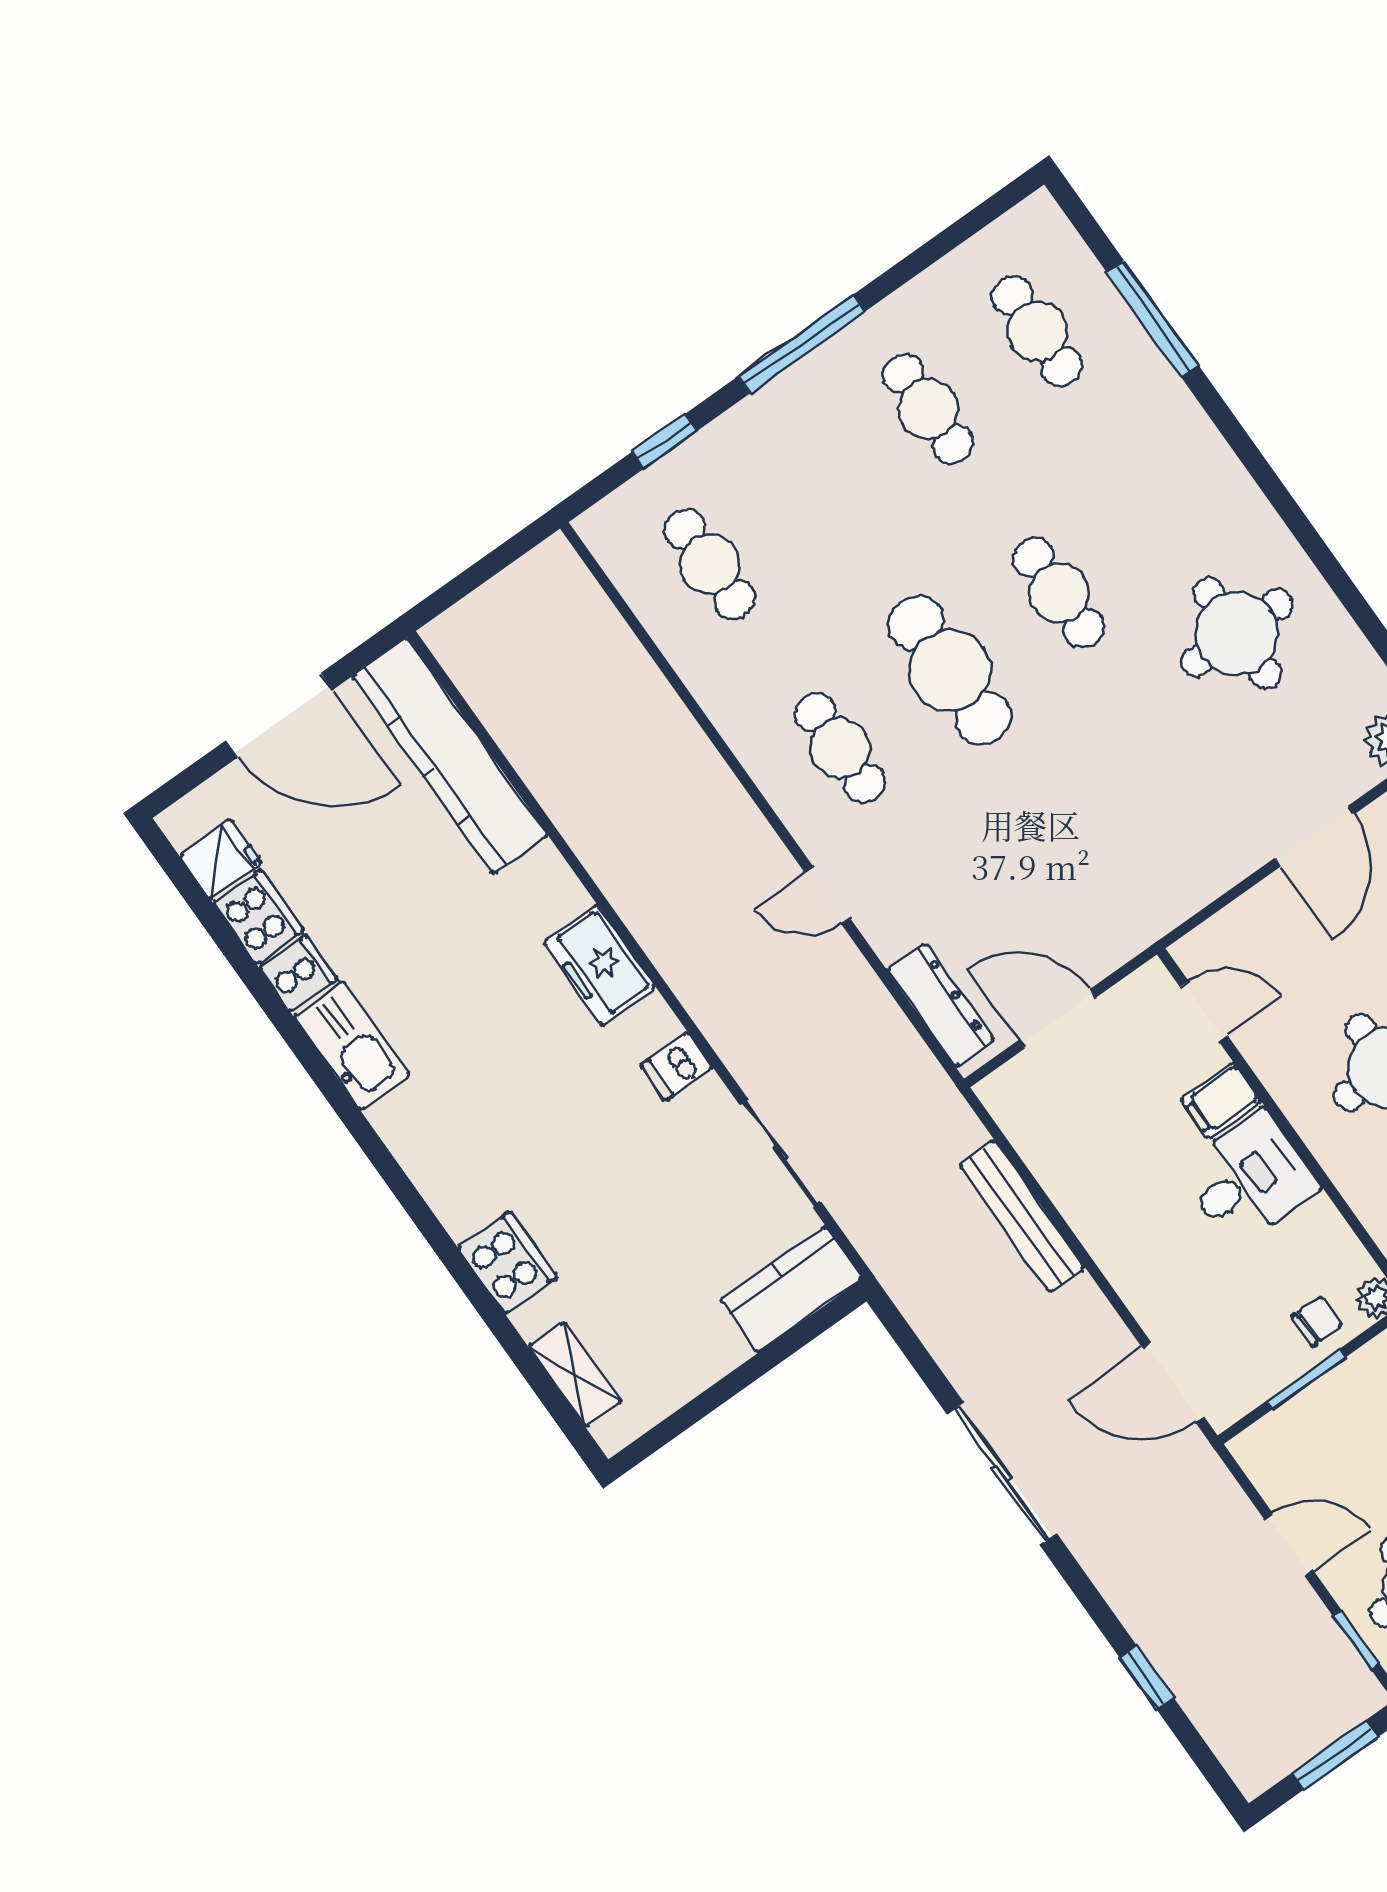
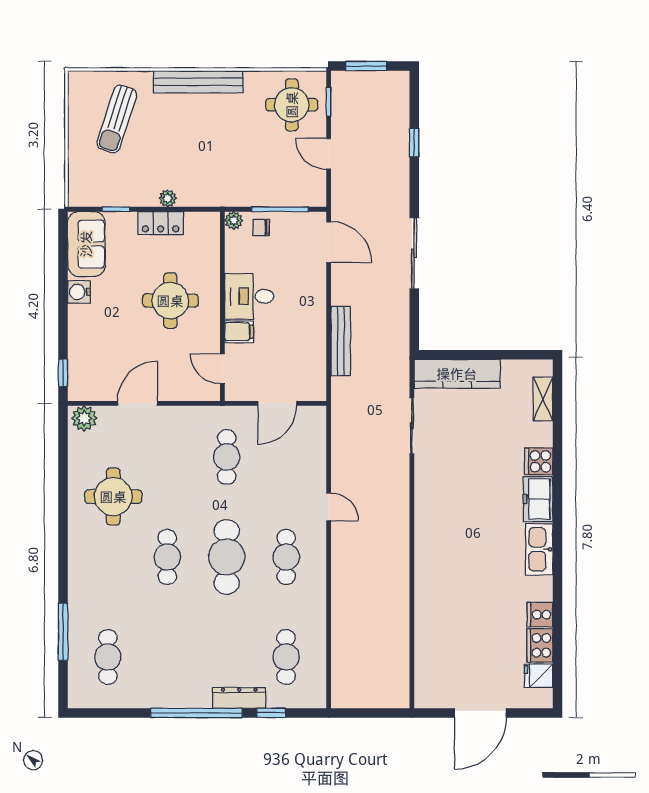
window: (801, 344) -> (196, 713), width x1.46
cafe table: (928, 409) -> (227, 457), moved
door: (279, 715) -> (480, 713), swing flipped
kitchen counter: (450, 756) -> (429, 654), removed
freezer: (600, 965) -> (538, 499), moved, turned 180
dresser: (941, 1005) -> (239, 698), moved, turned 90
door: (1057, 1019) -> (277, 403), hinge flipped
kitchen sink: (352, 1046) -> (539, 549), moved
dishwasher: (677, 1066) -> (427, 484), removed
cooker: (507, 1263) -> (539, 461), width x0.73
kitchen counter: (791, 1289) -> (457, 374), width x1.50
window: (1306, 1379) -> (280, 209), width x1.44

